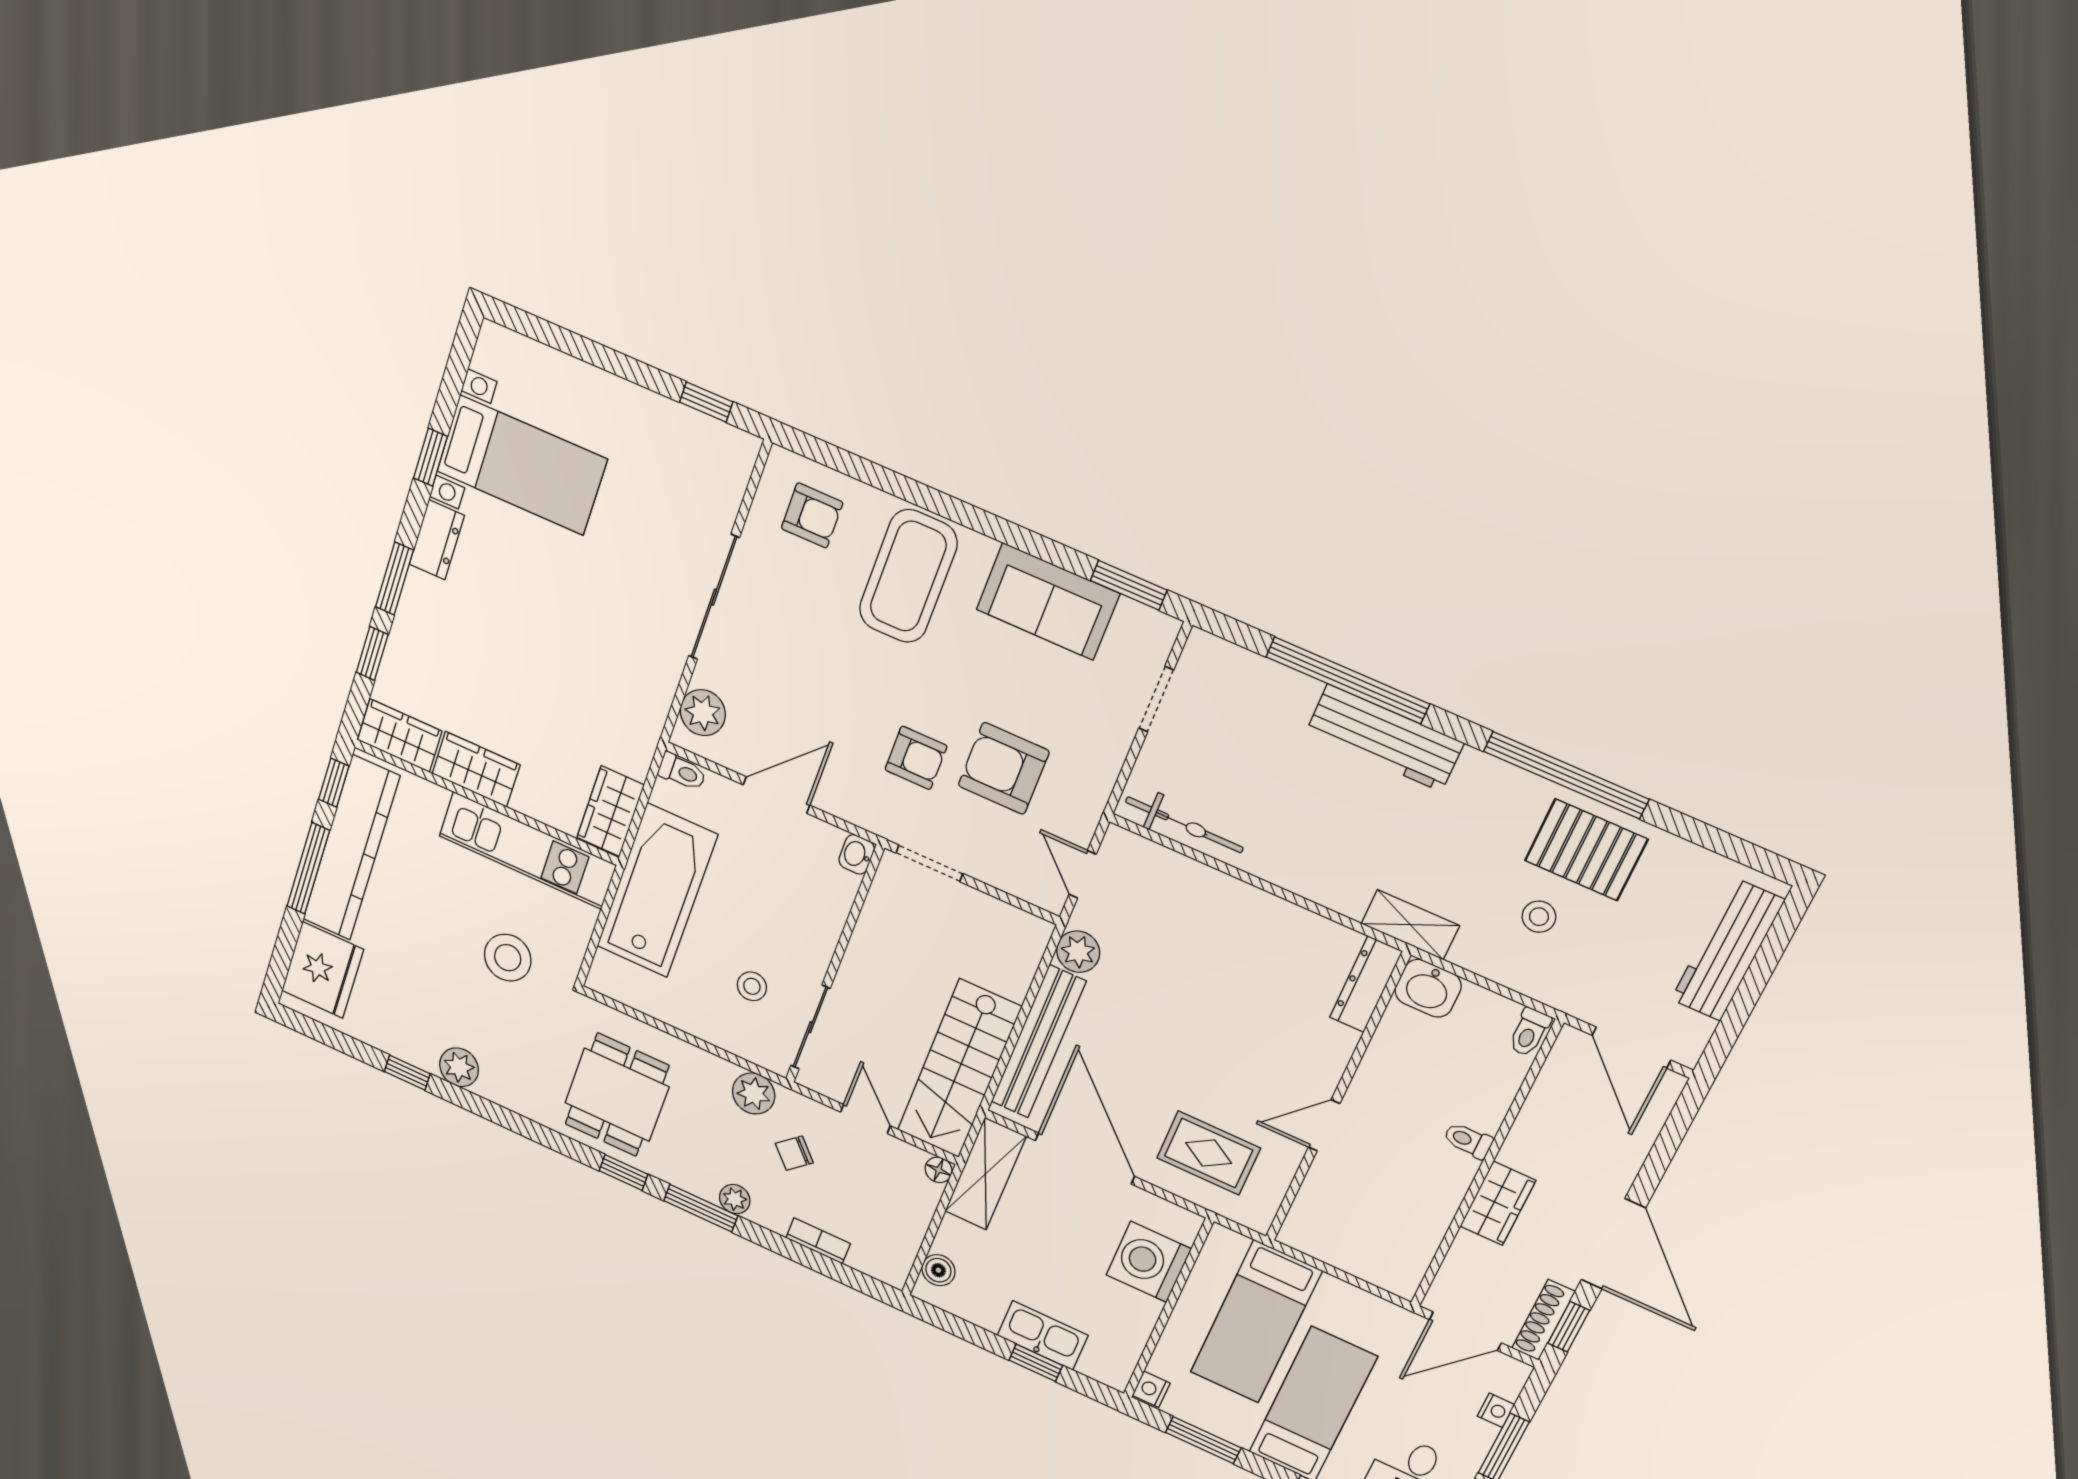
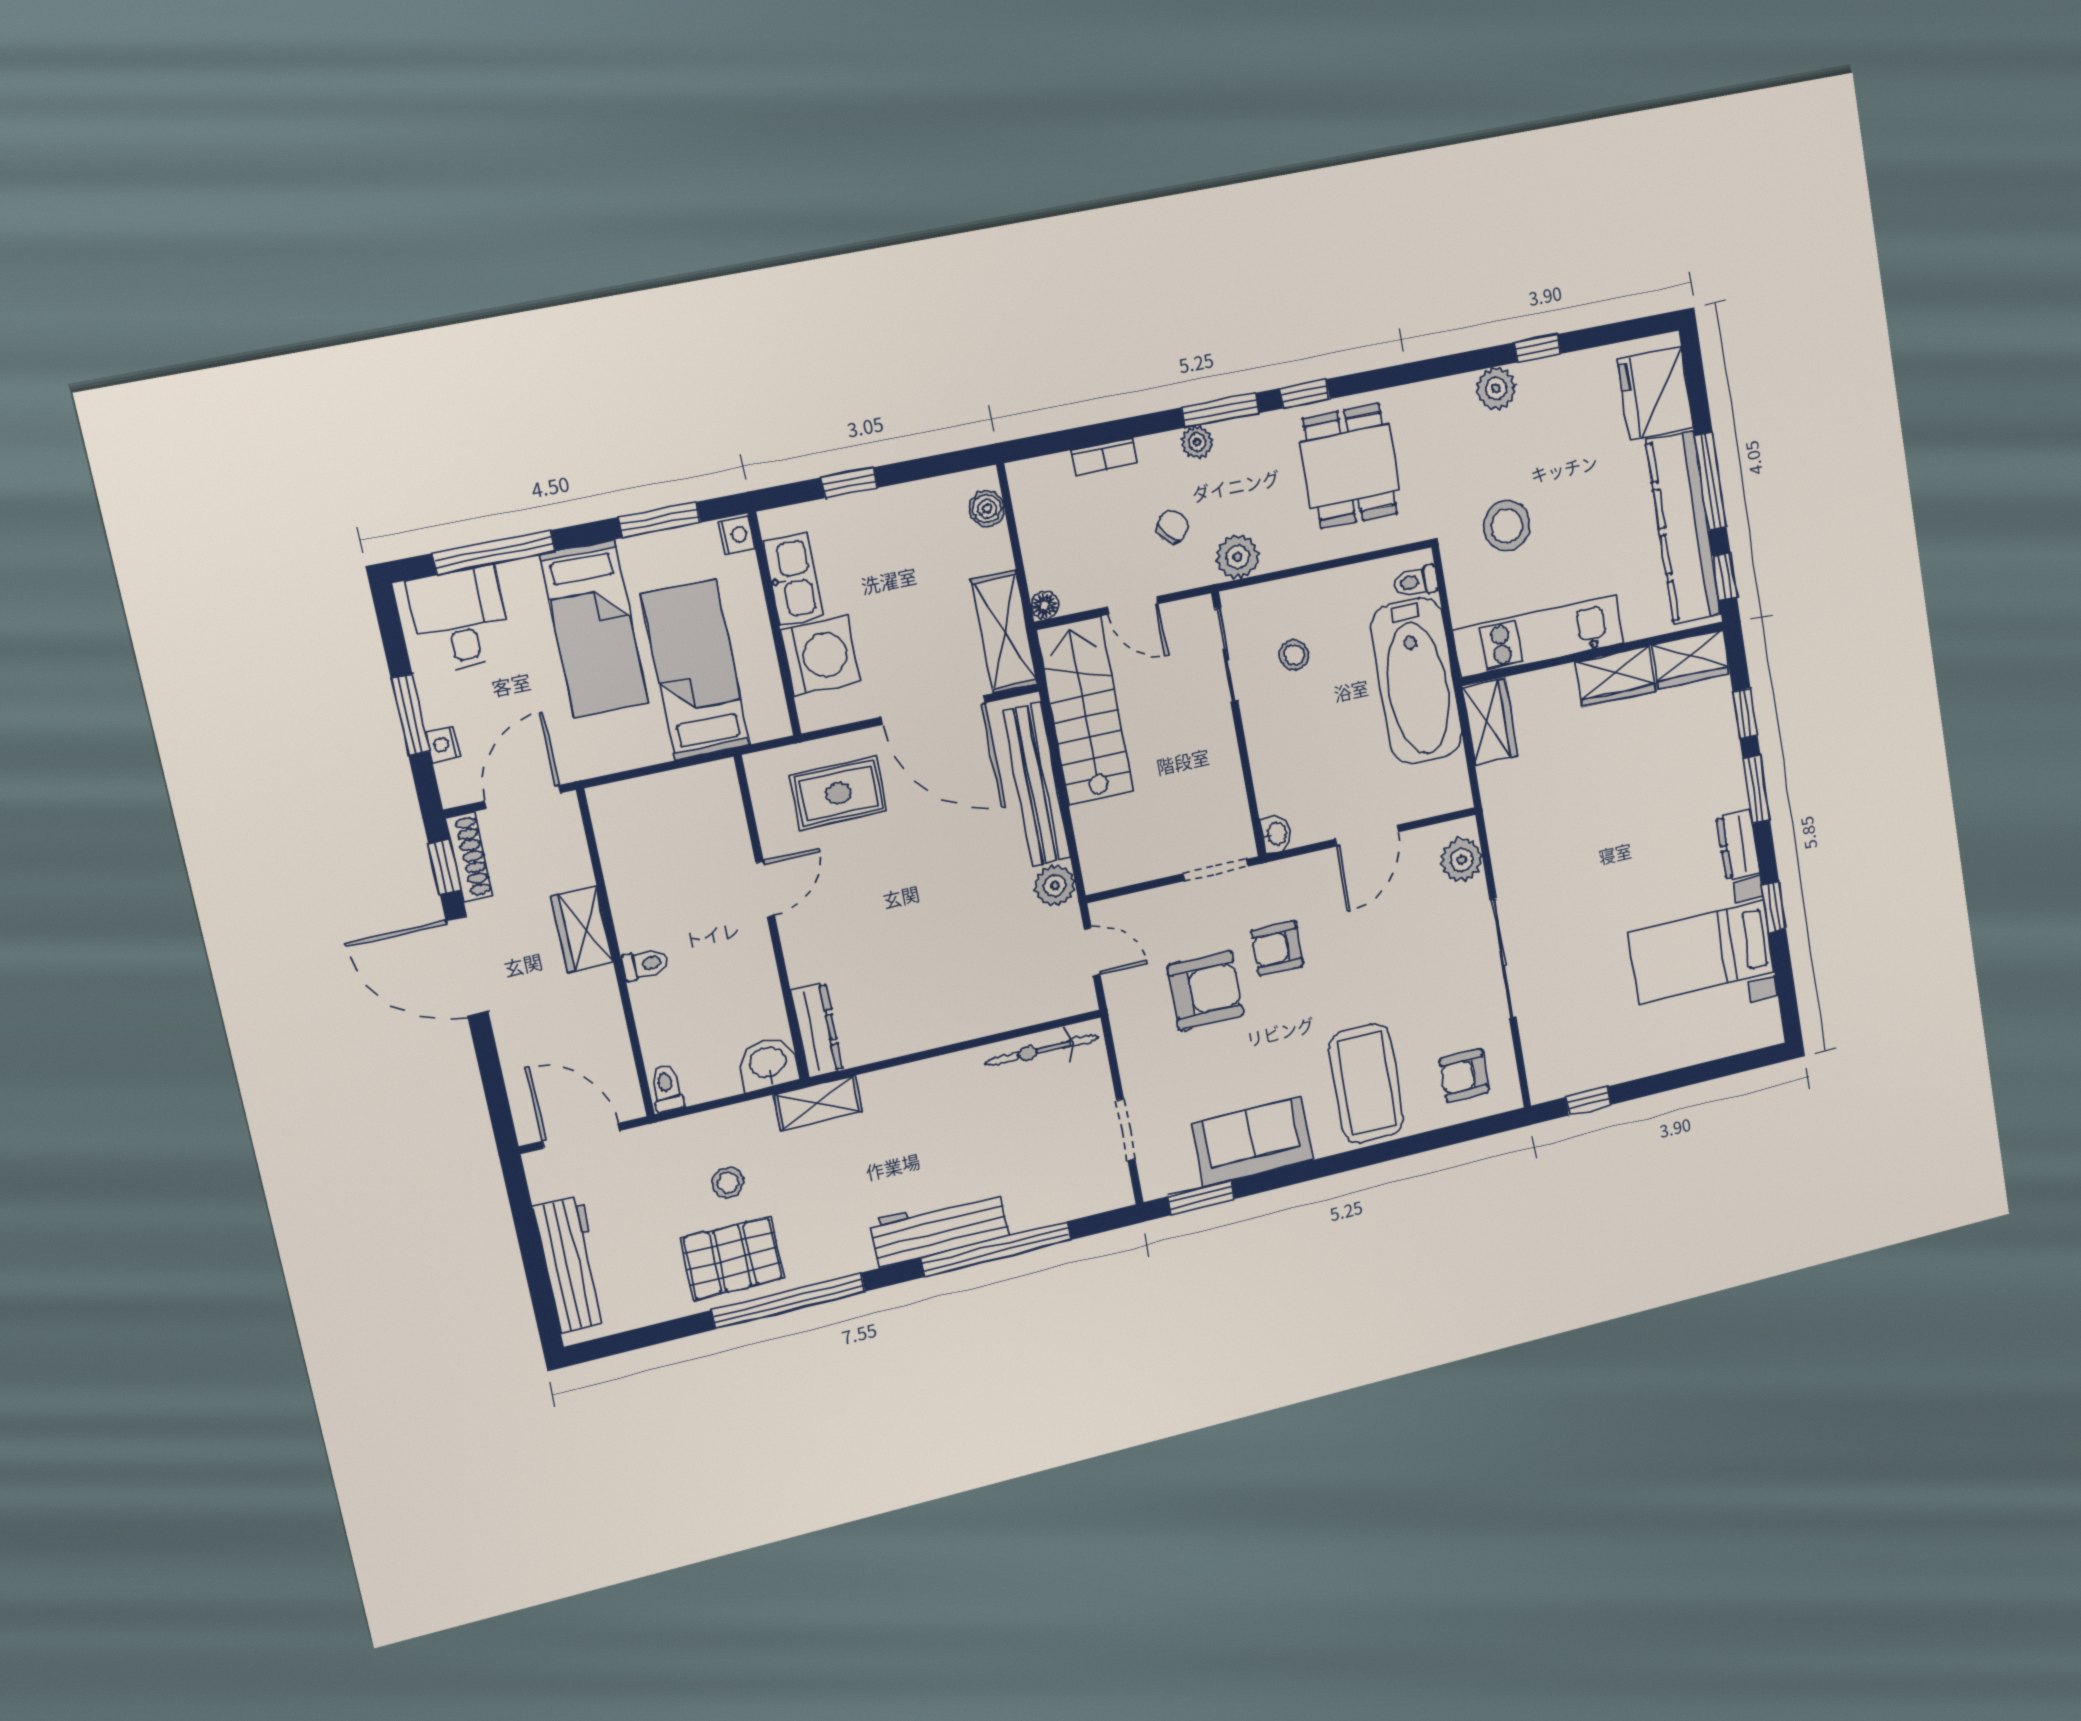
toilet: (682, 772) -> (1415, 582), moved
kitchen sink: (1043, 1335) -> (793, 579), moved, turned -90

